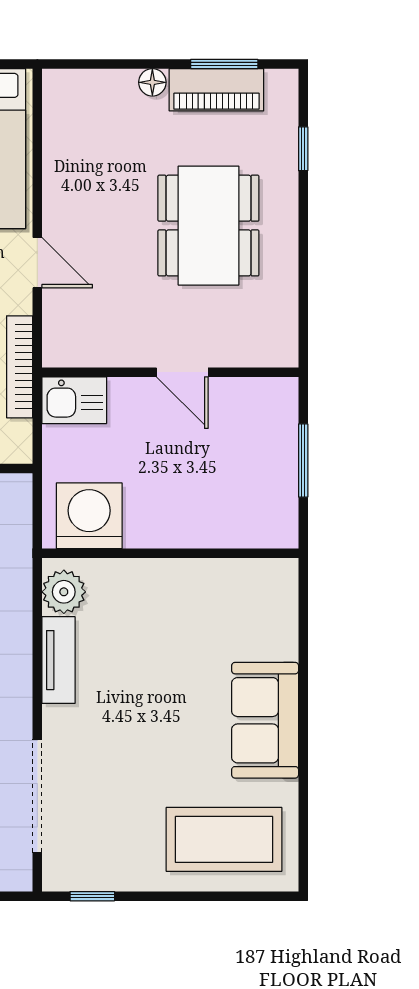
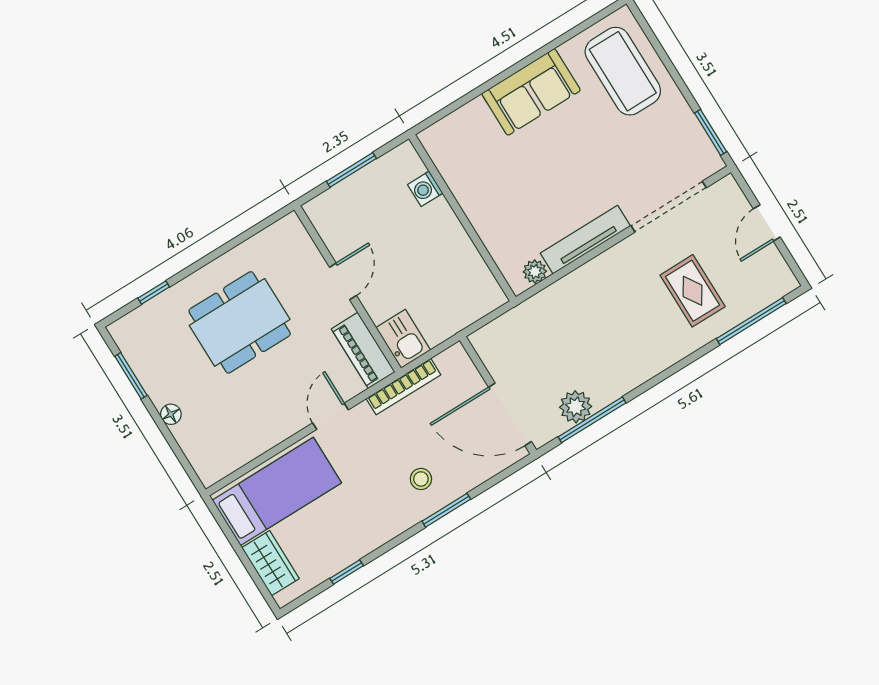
piano: (216, 90) -> (363, 350), moved, turned 180
washing machine: (89, 516) -> (425, 189), moved, width x0.53, depth x0.53
plant: (64, 592) -> (535, 272), width x0.73, depth x0.73
tv unit: (59, 660) -> (585, 240), width x1.41
window: (92, 896) -> (711, 132), width x1.50

